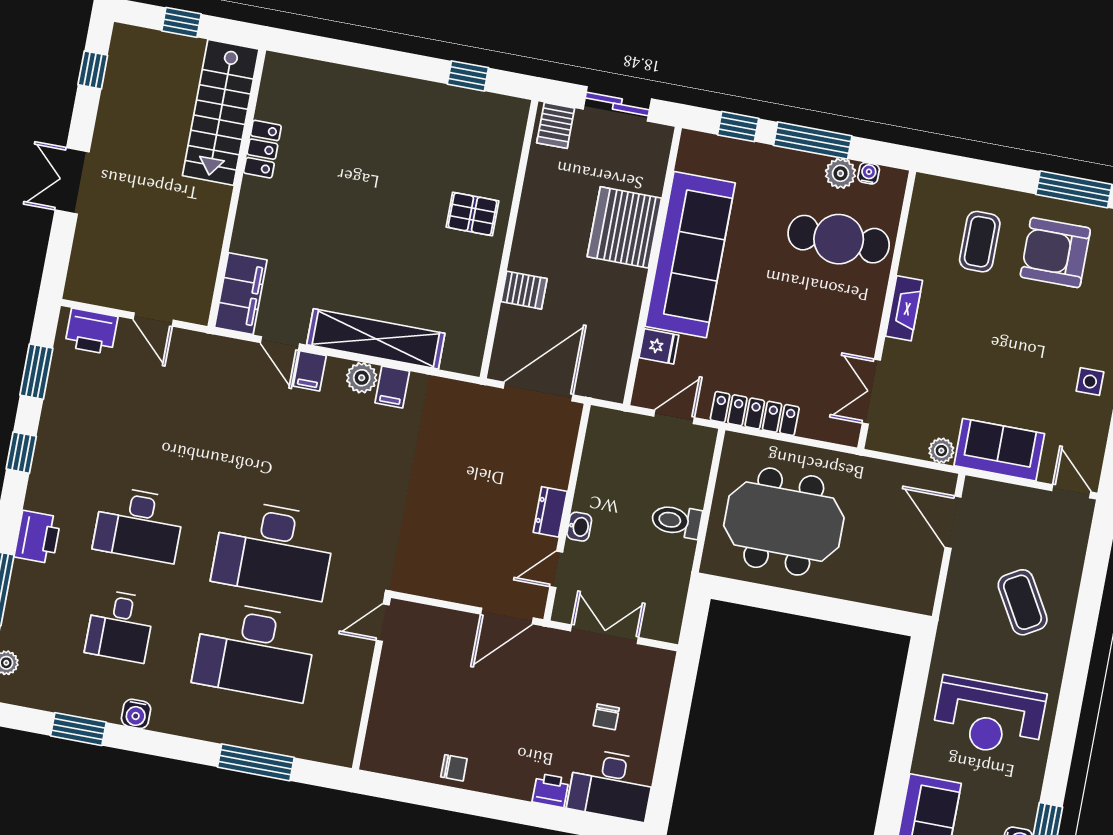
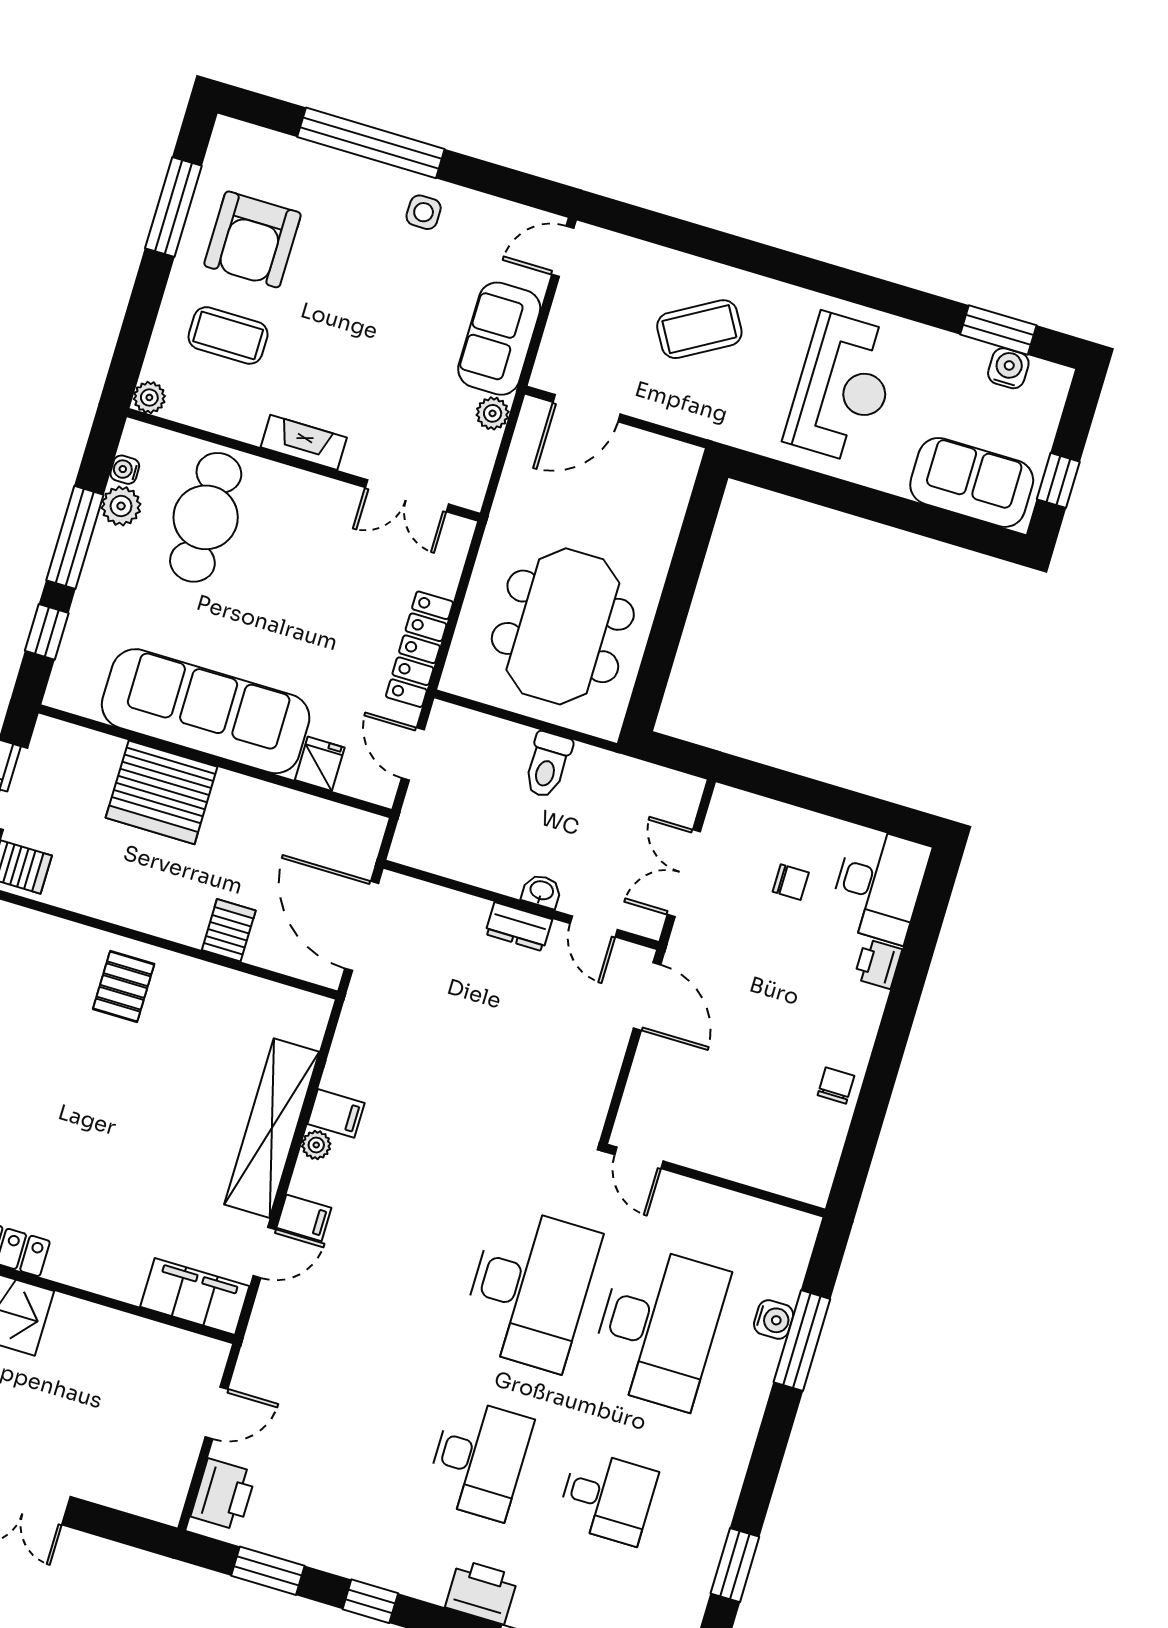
plant: (926, 186) -> (149, 397), added
plant: (362, 378) -> (316, 1145), width x0.73, depth x0.73
water cooler: (136, 714) -> (774, 1319), moved

